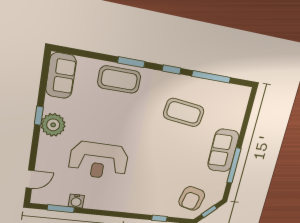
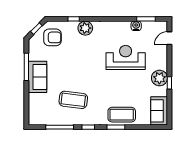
armchair: (192, 198) -> (52, 37), turned 76
plant: (147, 205) -> (85, 28), added

